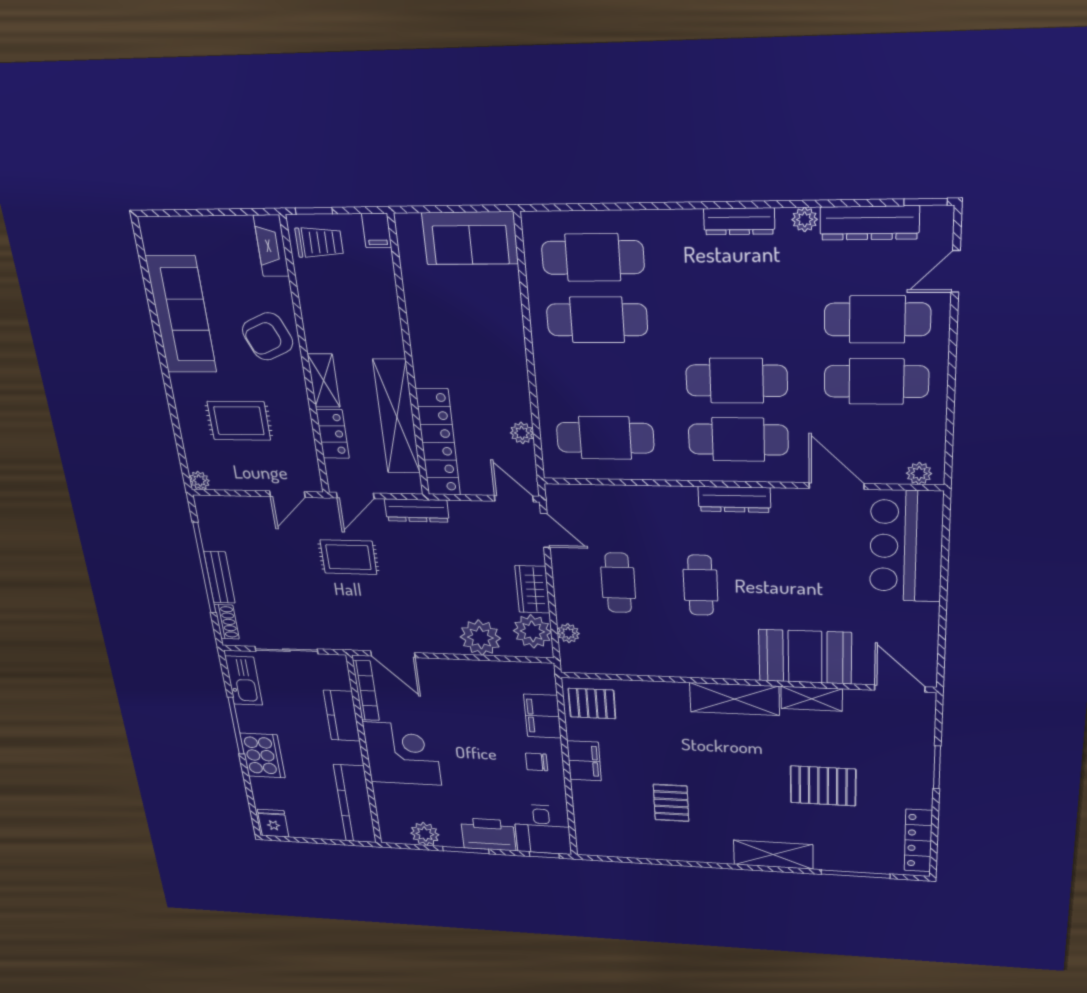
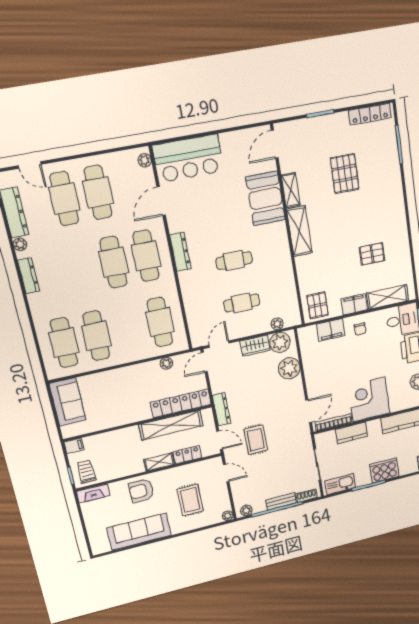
armchair: (268, 336) -> (141, 491), turned 114
plant: (207, 515) -> (246, 510), added
shelving: (773, 855) -> (388, 297), moved, turned 90

